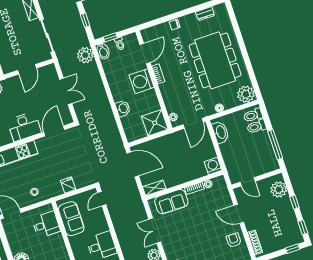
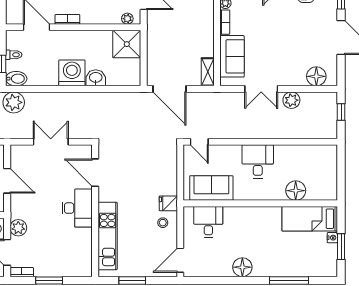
washing machine: (142, 81) -> (72, 73), moved, turned 180
door: (133, 164) -> (169, 89), swing flipped
fridge: (68, 185) -> (168, 203), moved

